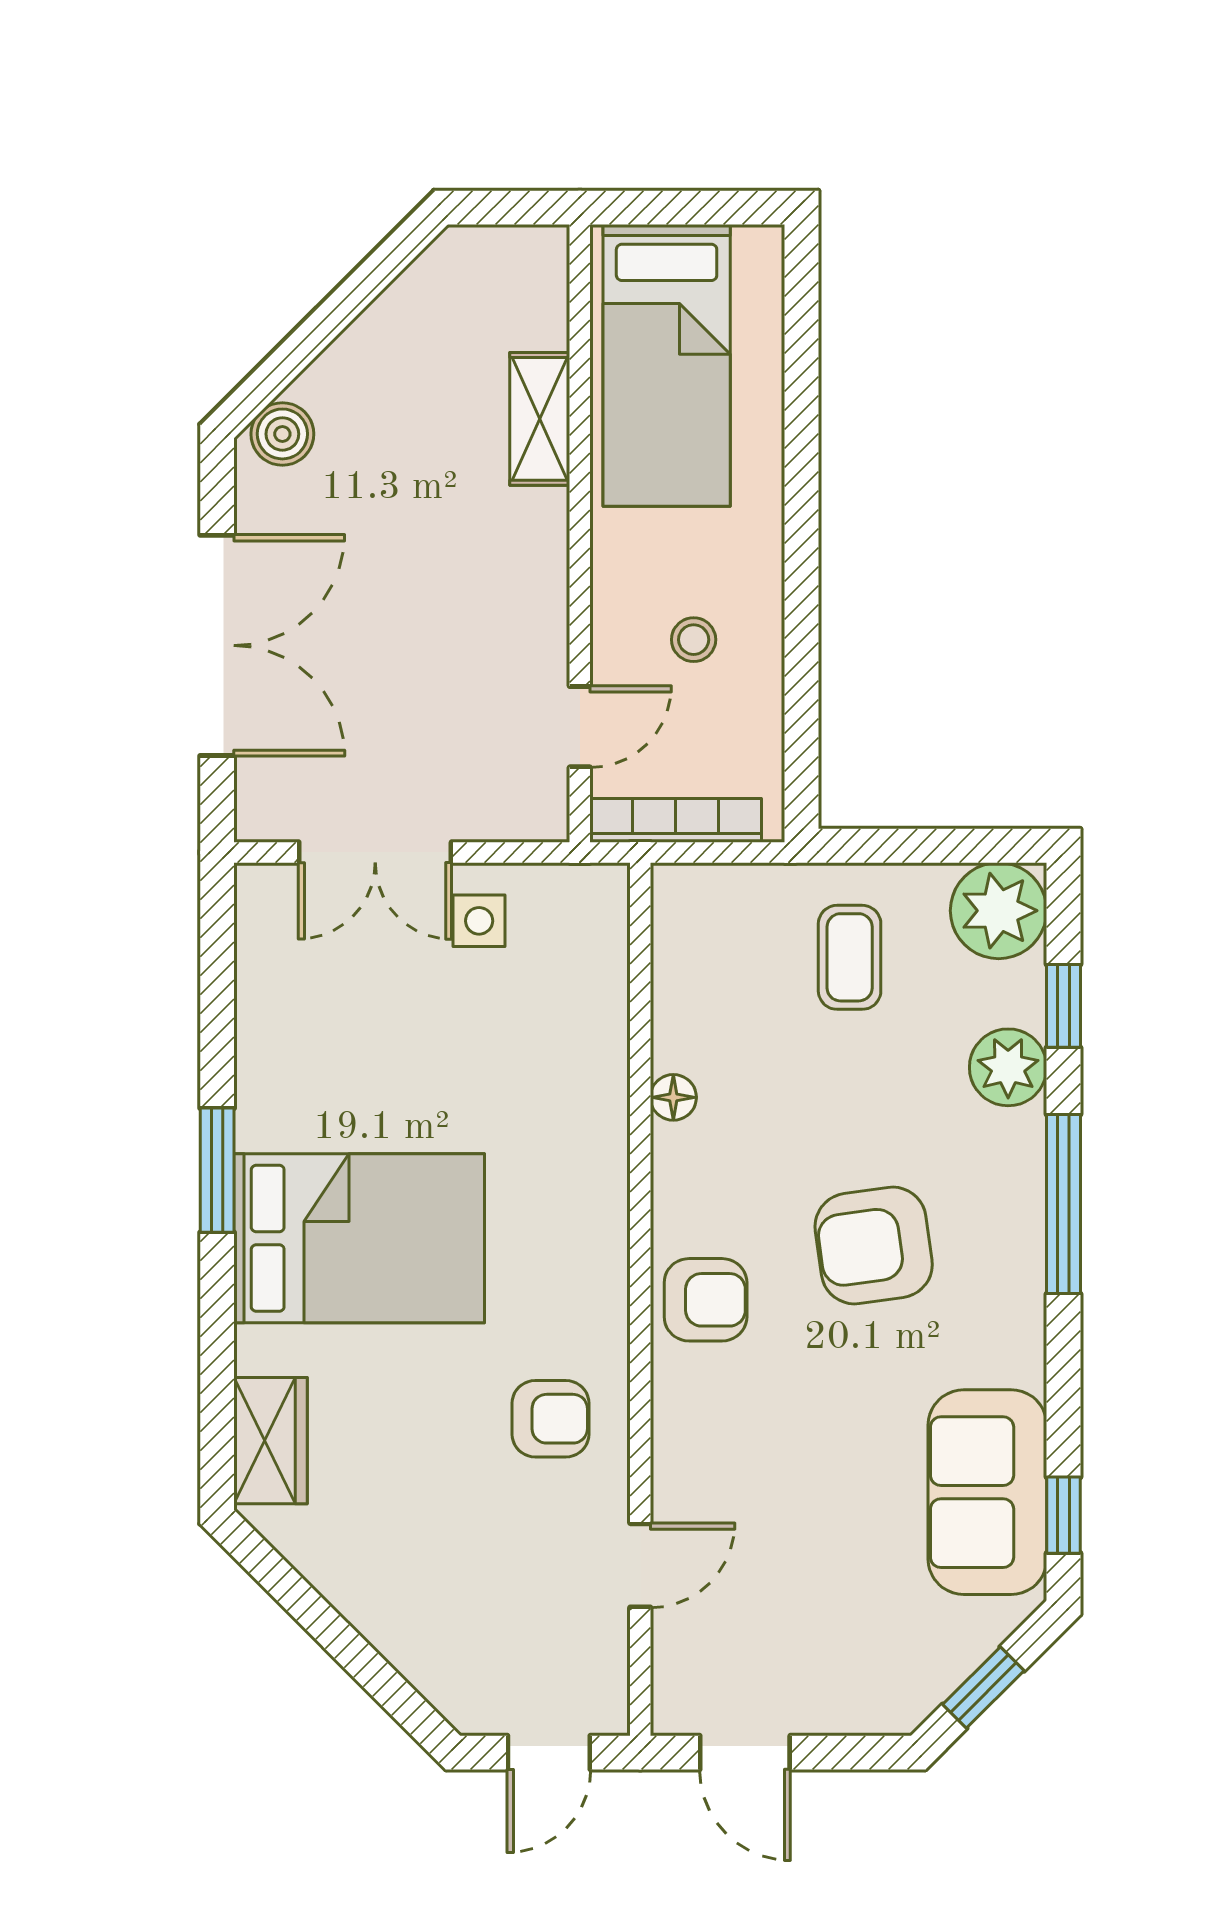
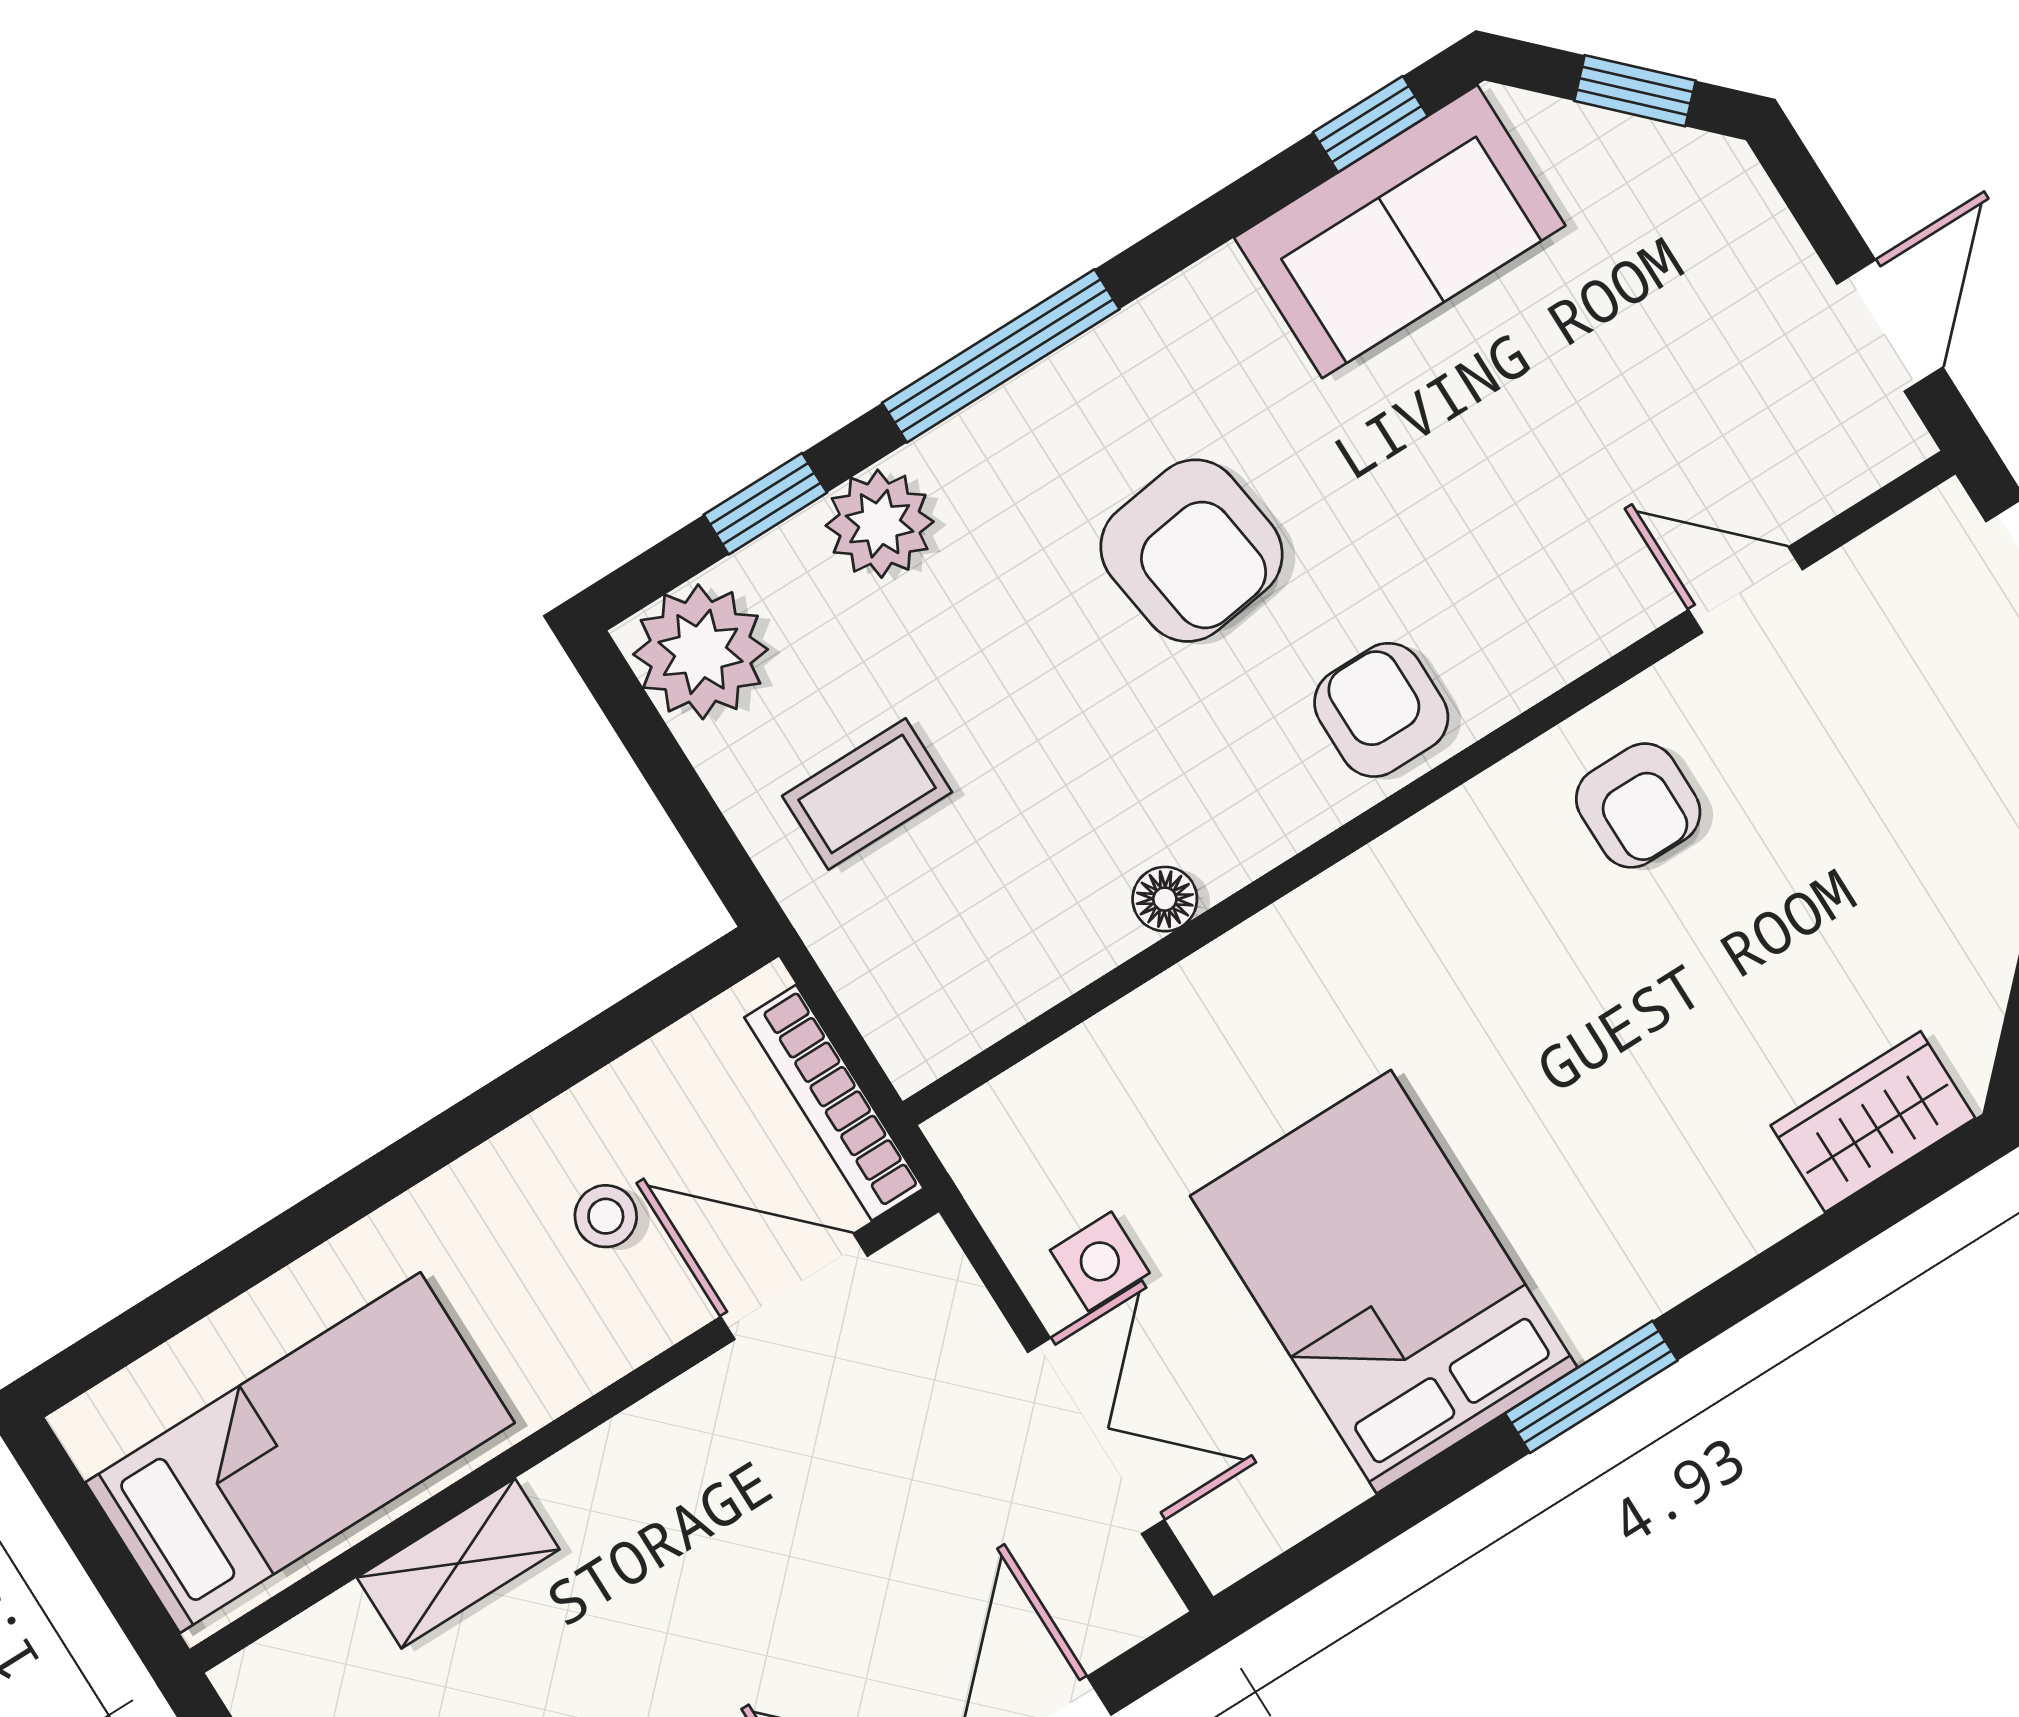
door: (580, 727) -> (794, 1286), width x1.37
bed: (359, 1238) -> (1384, 1282), moved
armchair: (551, 1419) -> (1638, 805), turned 180

